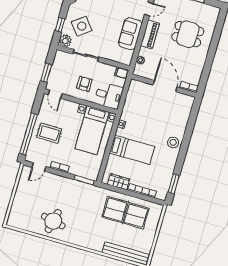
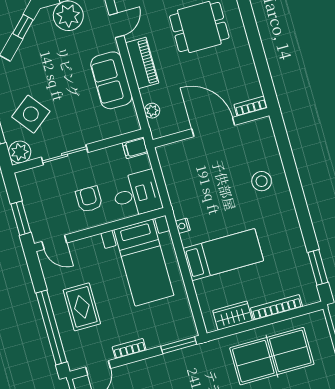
rug: (49, 133) -> (82, 307), turned 90
stool: (173, 142) -> (262, 181), moved

